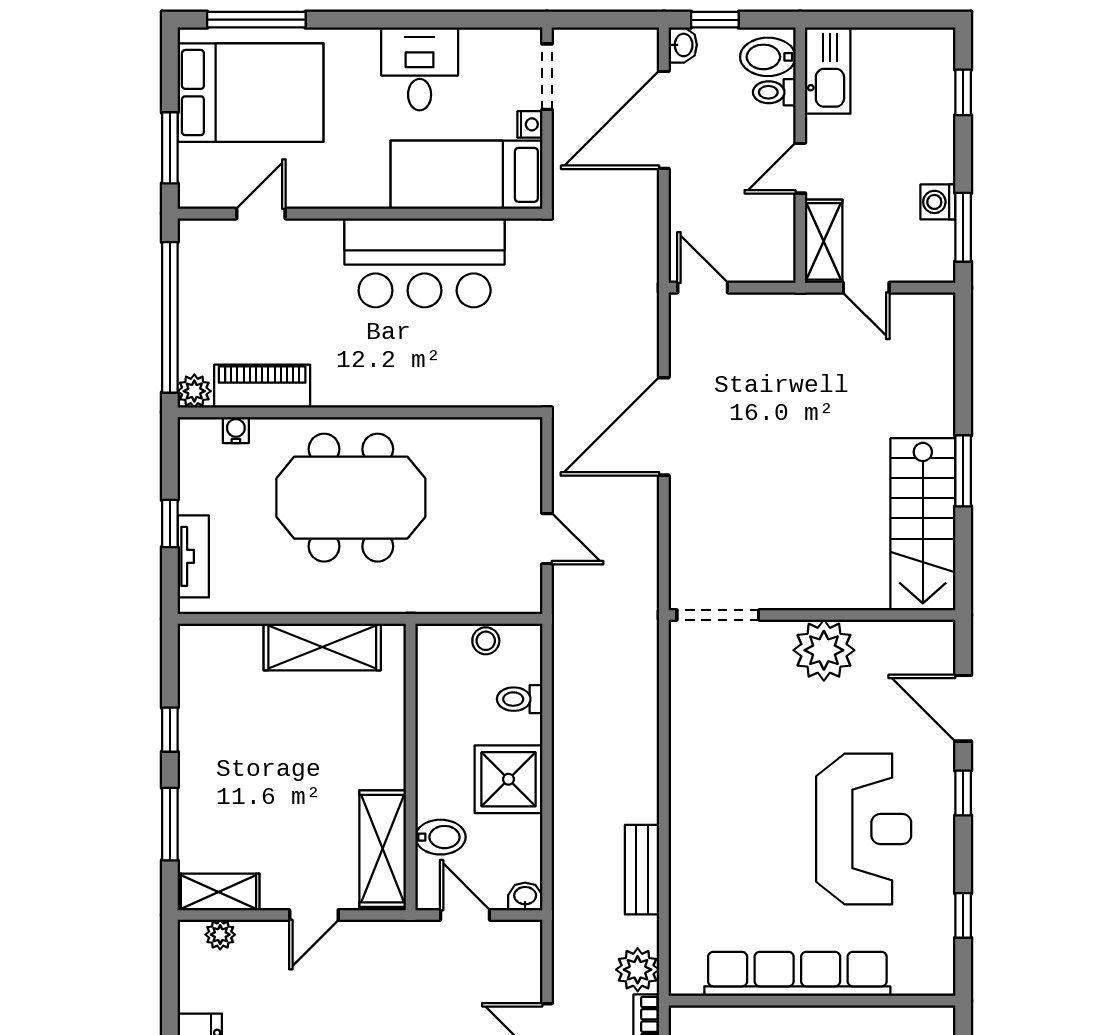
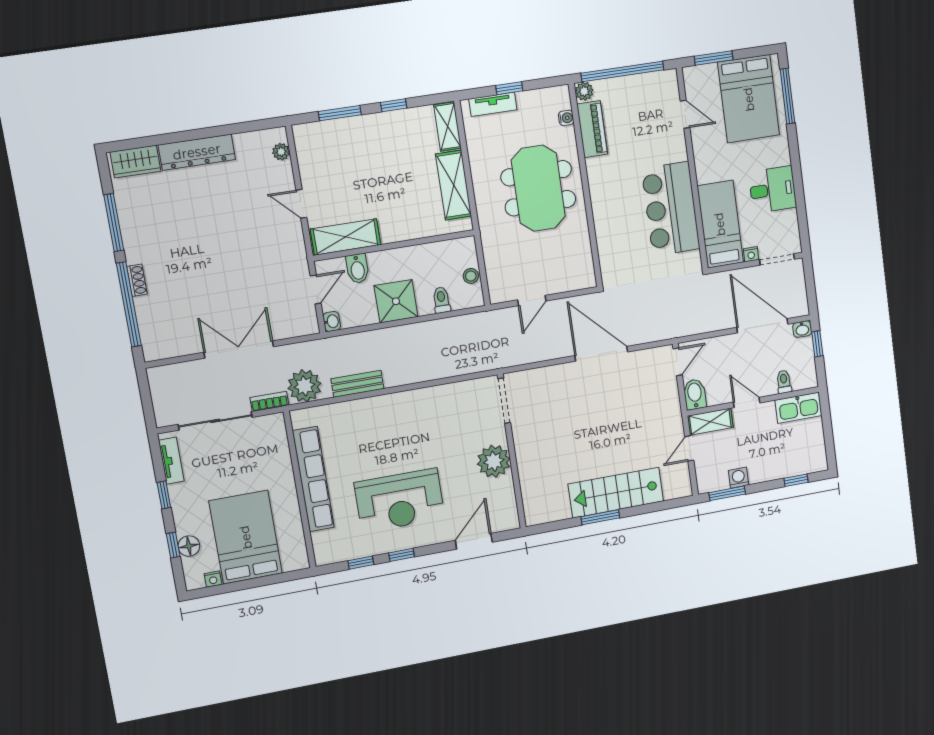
bidet: (768, 57) -> (695, 394), moved
stairs: (923, 524) -> (616, 493), moved
window: (963, 793) -> (402, 555), moved
shelving: (218, 892) -> (447, 126), moved
plant: (638, 970) -> (304, 386), width x1.36, depth x1.36

